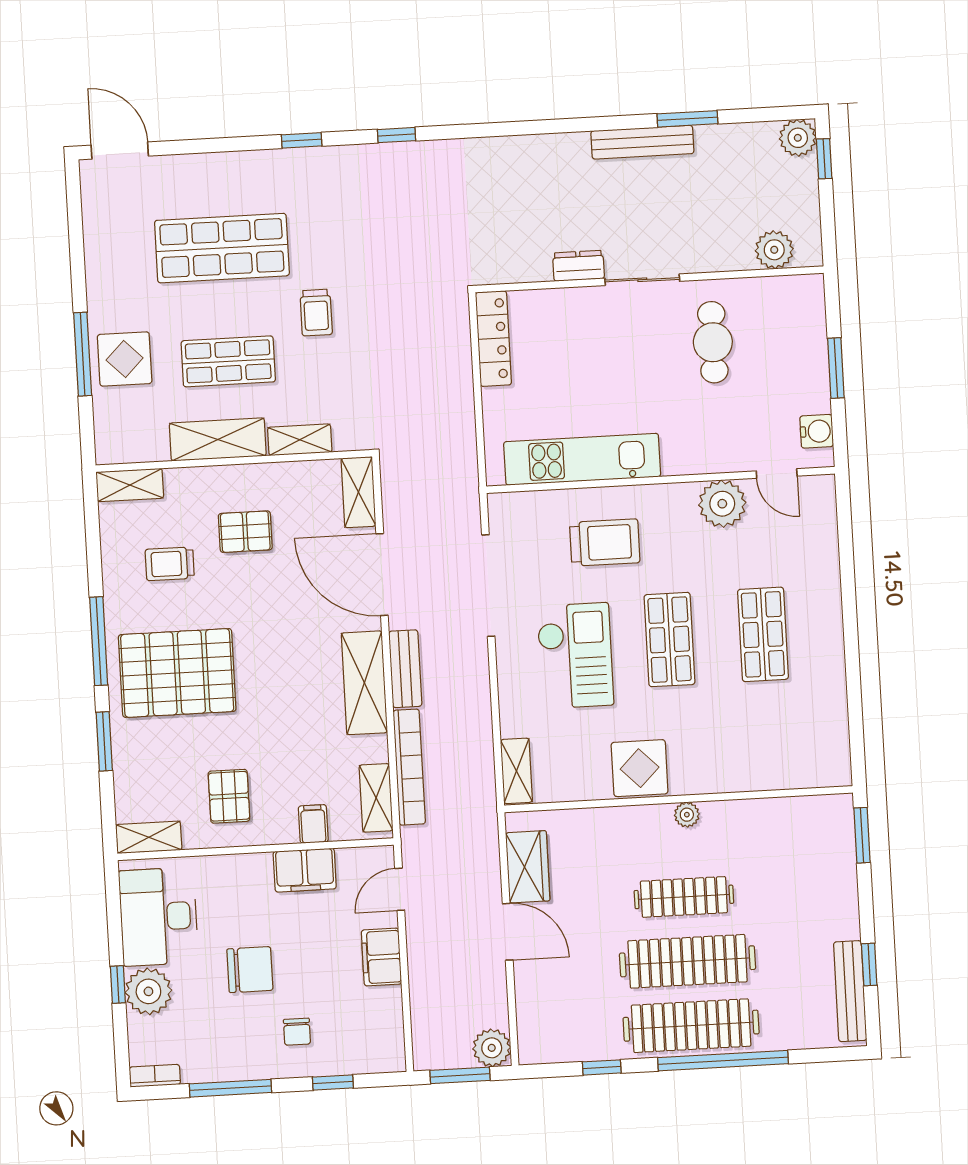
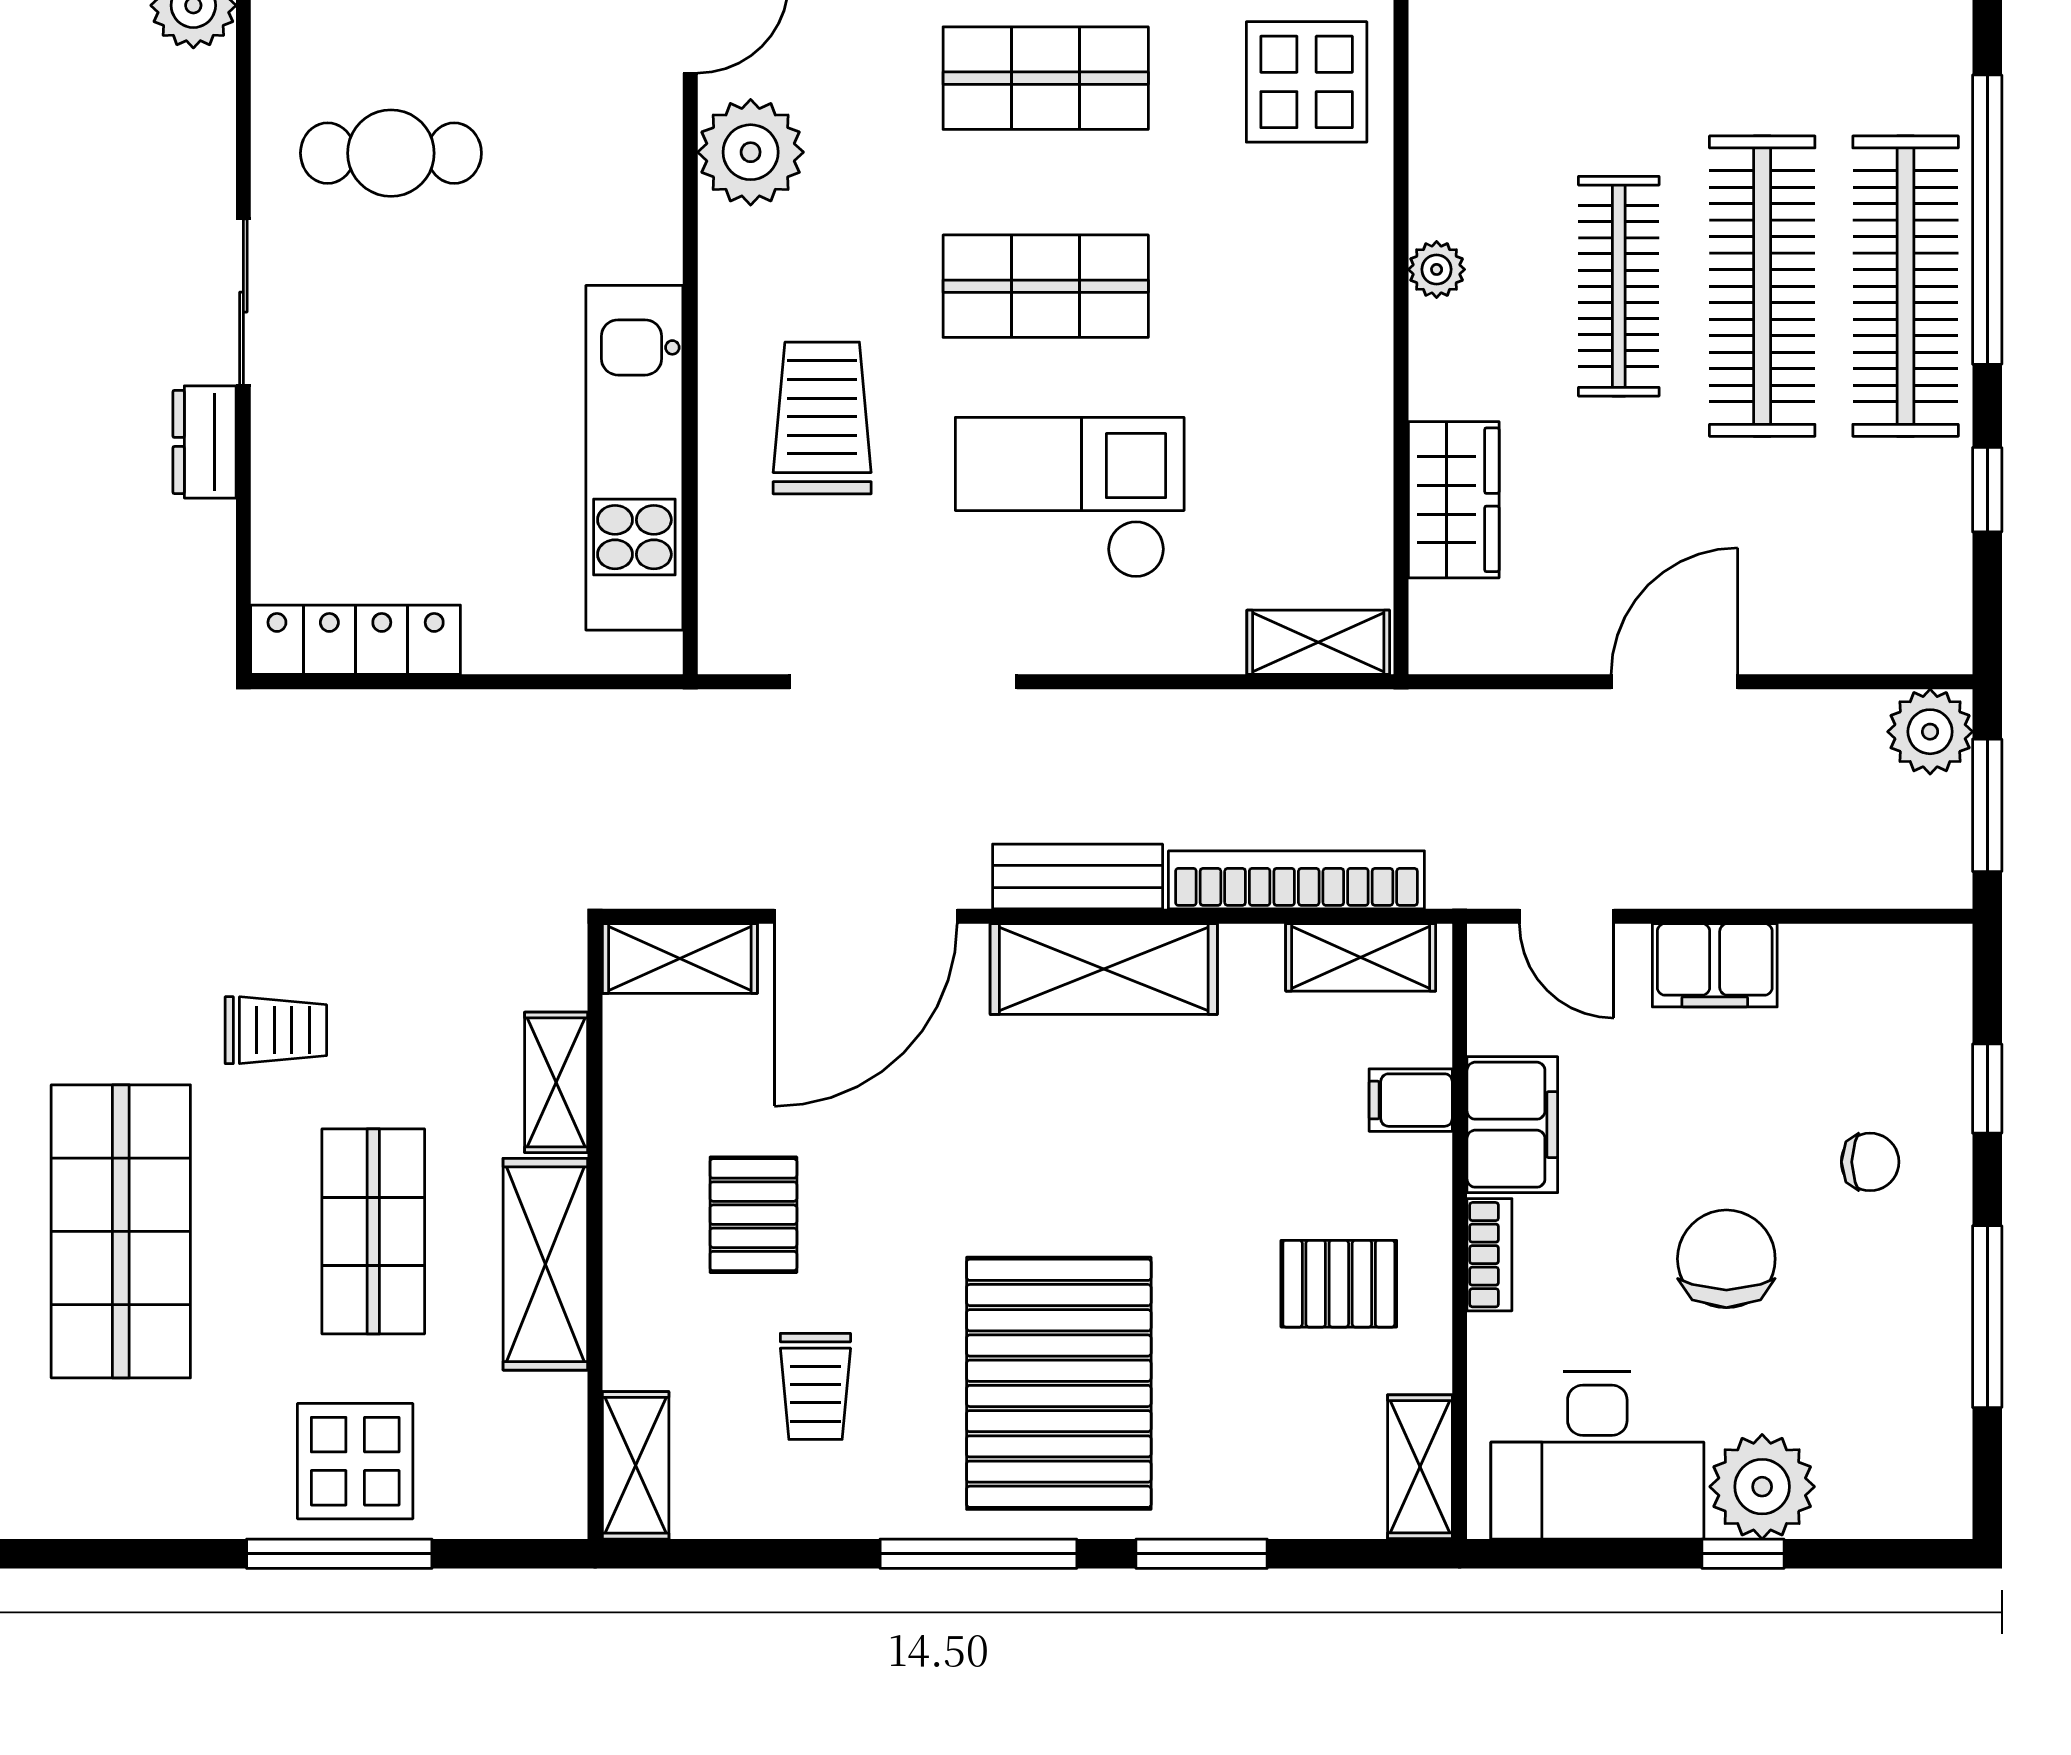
display table: (640, 768) -> (1307, 82), moved
wardrobe: (528, 867) -> (1454, 500), moved, turned 90
bookcase: (155, 1076) -> (1489, 1255), moved, turned 180

